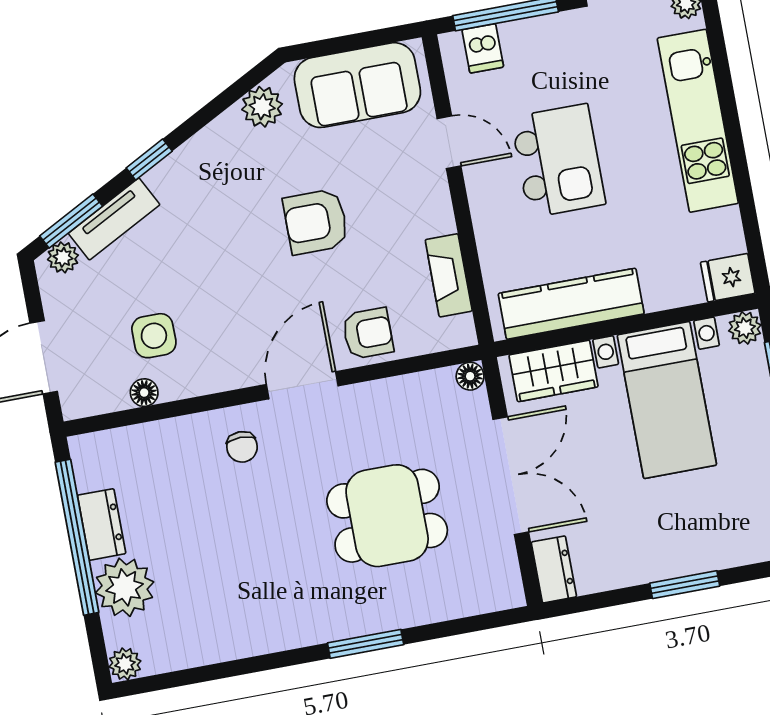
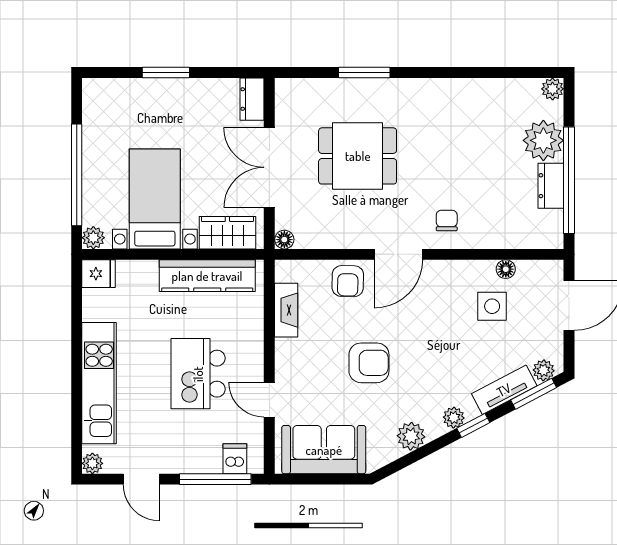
plant: (262, 107) -> (411, 436), moved
plant: (179, 166) -> (454, 418), added
armchair: (368, 333) -> (348, 281), turned -89
window: (366, 644) -> (364, 72), moved

